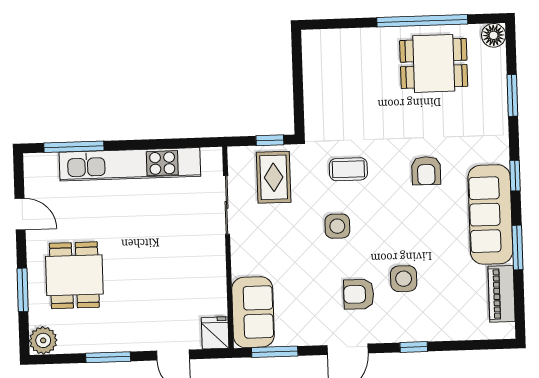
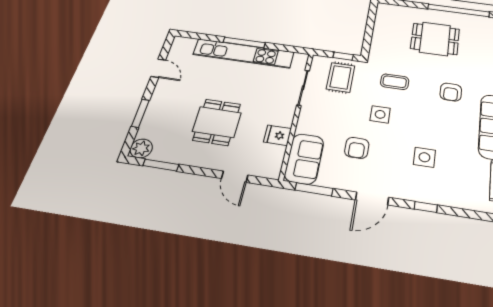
dining table: (434, 63) -> (435, 39), moved
window: (74, 147) -> (244, 42), moved
dining table: (74, 275) -> (217, 122), moved
armchair: (359, 294) -> (357, 148), moved, turned -90
fridge: (215, 333) -> (278, 135), moved, turned -90
window: (108, 357) -> (161, 165), moved

